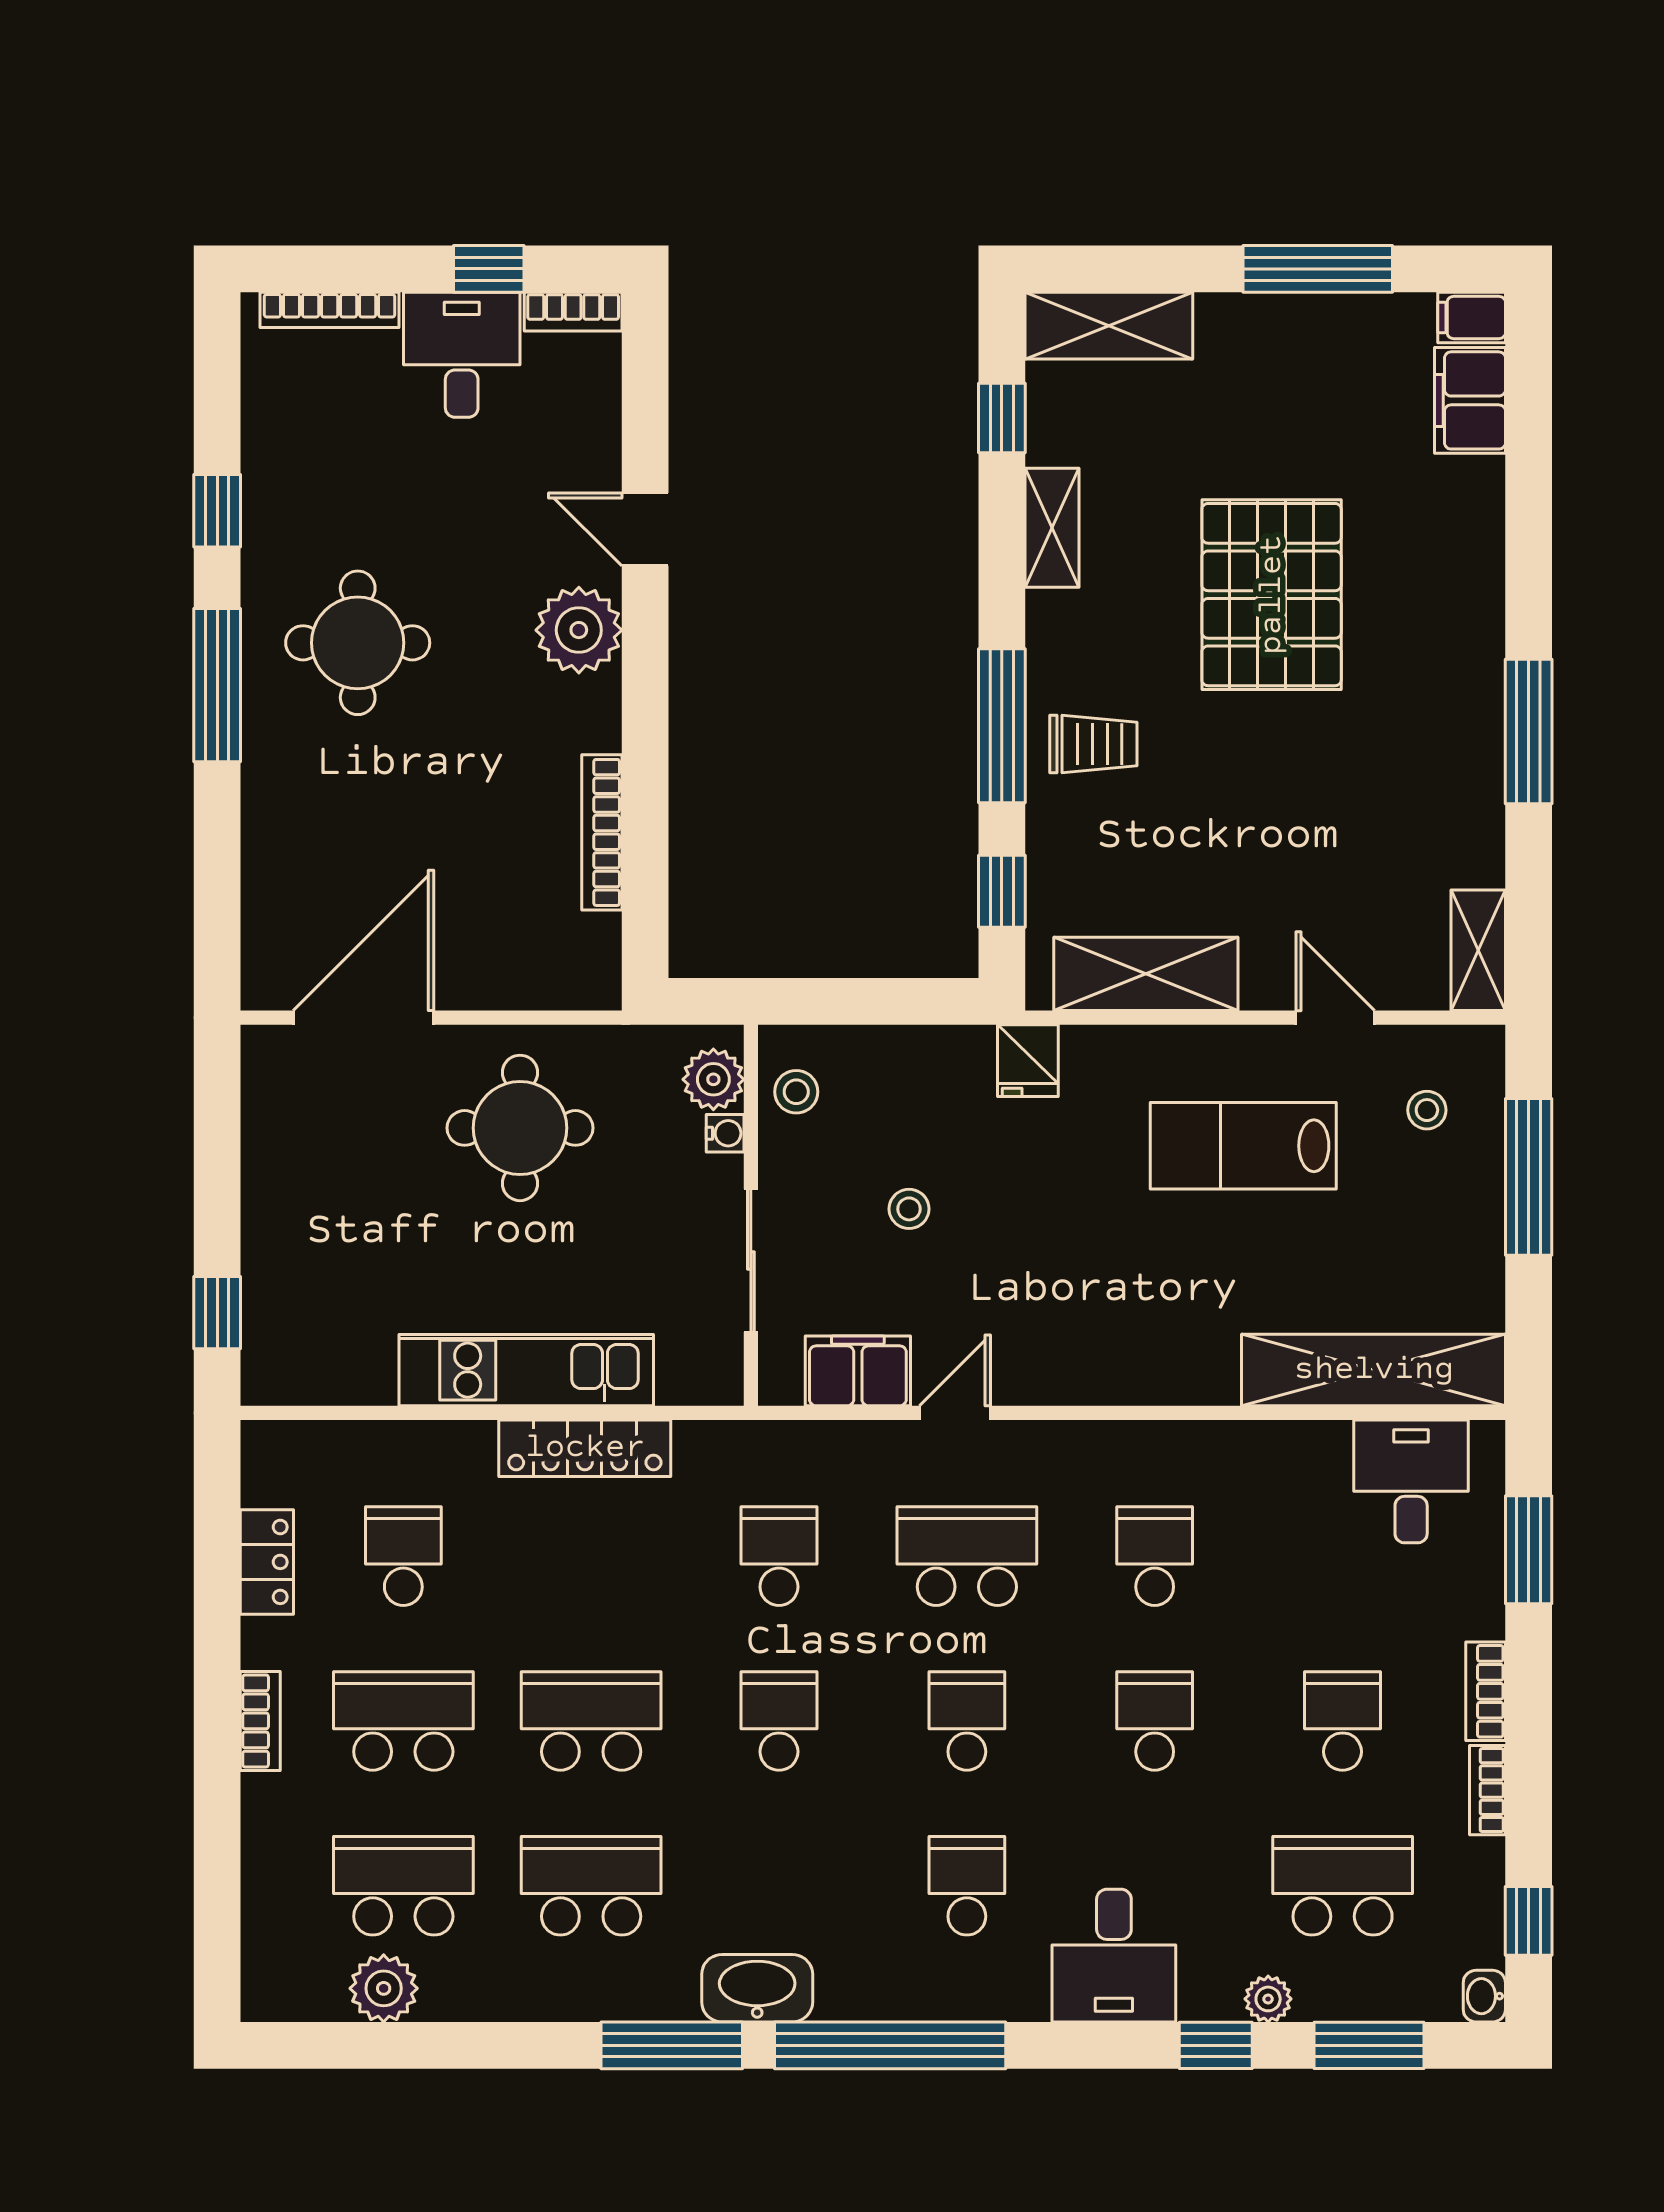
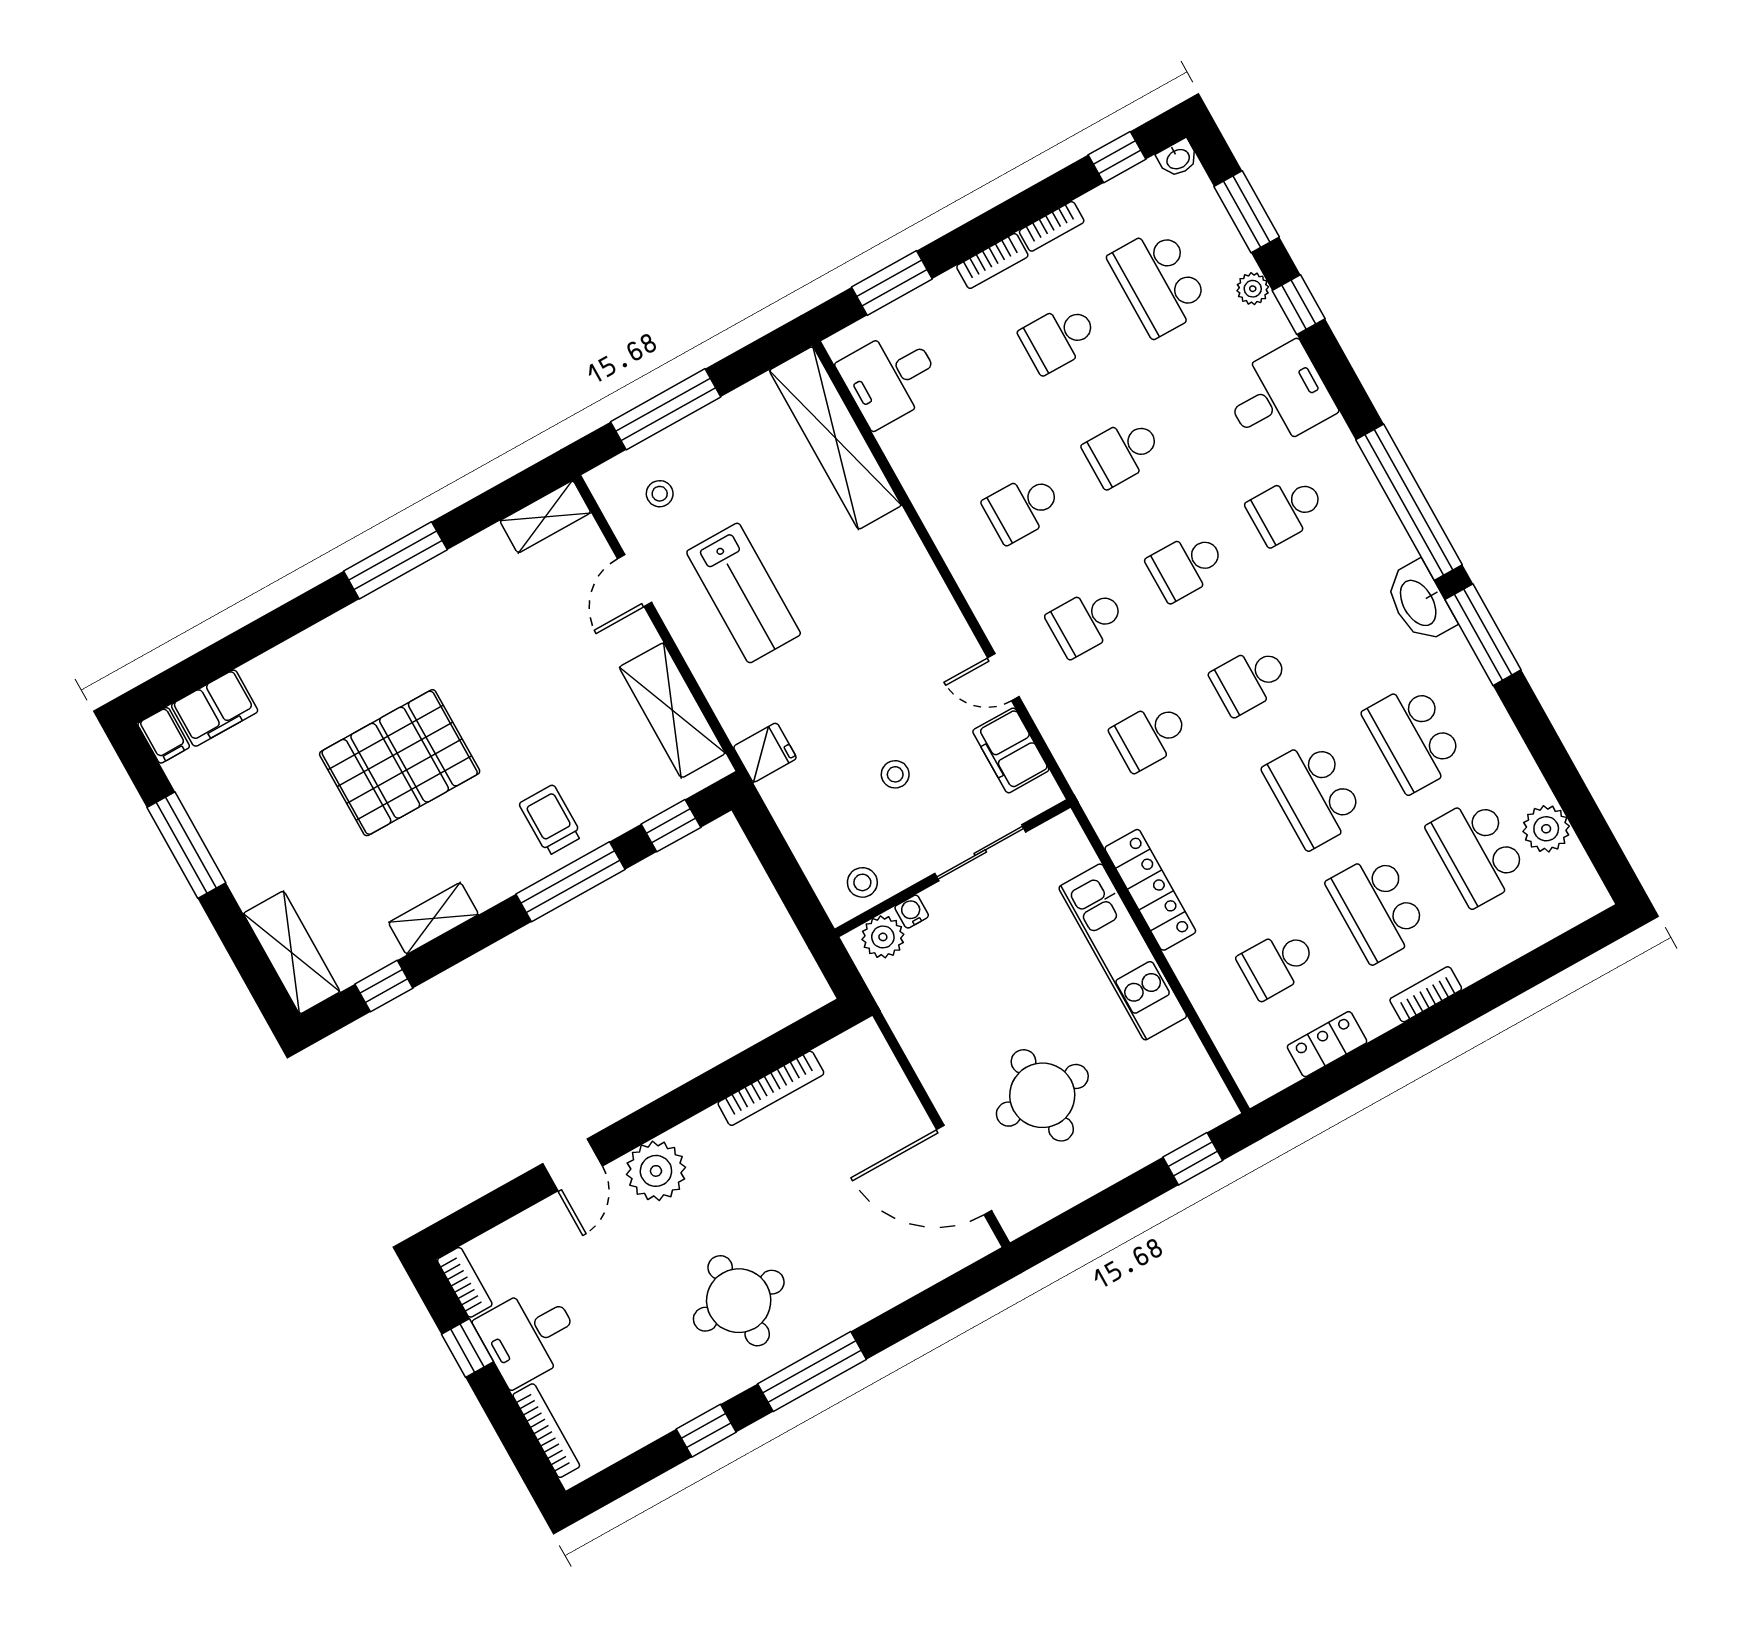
round table: (520, 1128) -> (1042, 1095), moved
school desk: (967, 1556) -> (1086, 622), width x0.54

